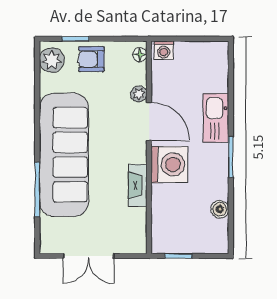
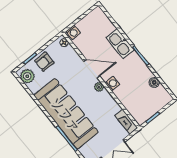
plant: (139, 94) -> (99, 87), moved
washing machine: (169, 165) -> (112, 84), width x0.53, depth x0.53
fireplace: (138, 185) -> (126, 122), moved

